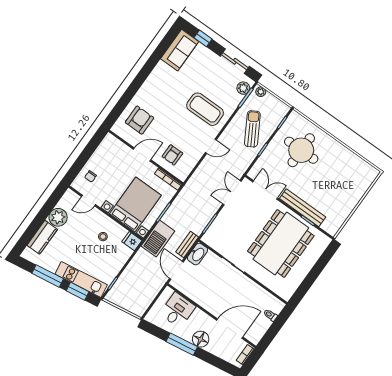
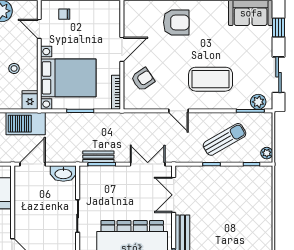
plant: (261, 92) -> (267, 153), moved
coffee table: (205, 109) -> (211, 79), turned 90
armchair: (139, 120) -> (176, 22), moved
round table: (301, 150) -> (238, 202), removed
door: (142, 155) -> (122, 49), hinge flipped
armchair: (172, 155) -> (143, 79), turned 146
double door: (265, 190) -> (174, 195), swing flipped
barbecue: (158, 238) -> (26, 124), moved
bench: (187, 244) -> (98, 157), moved

